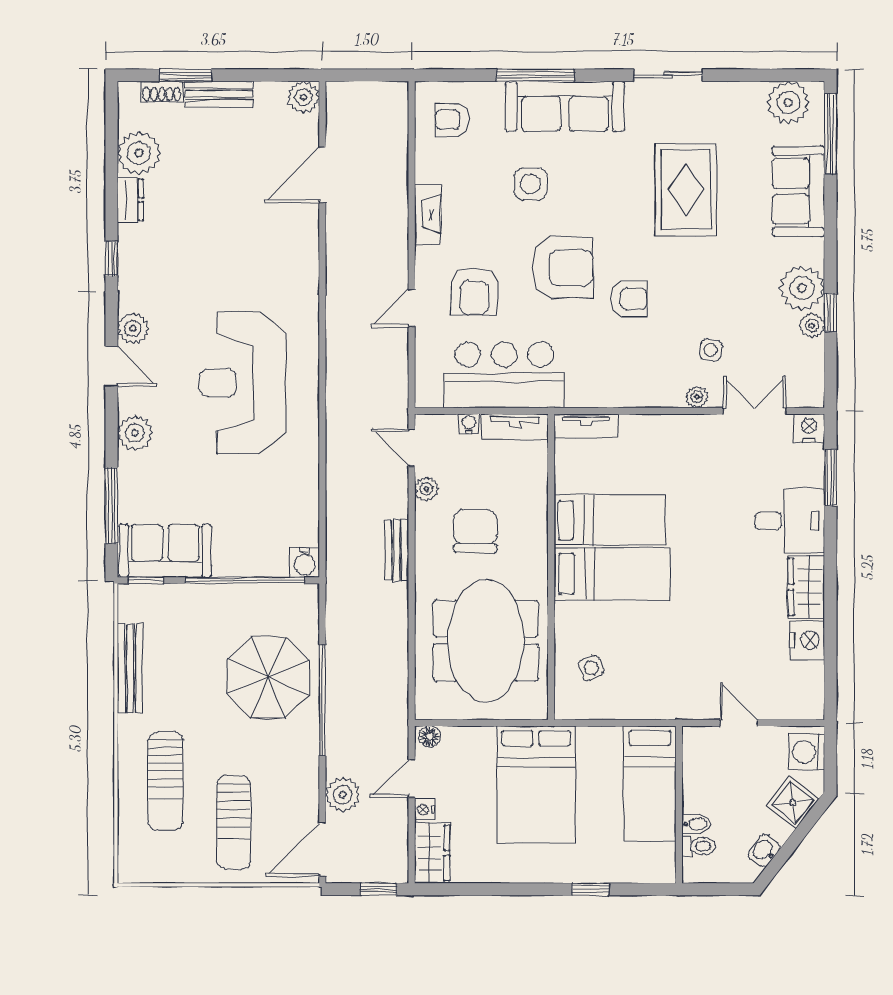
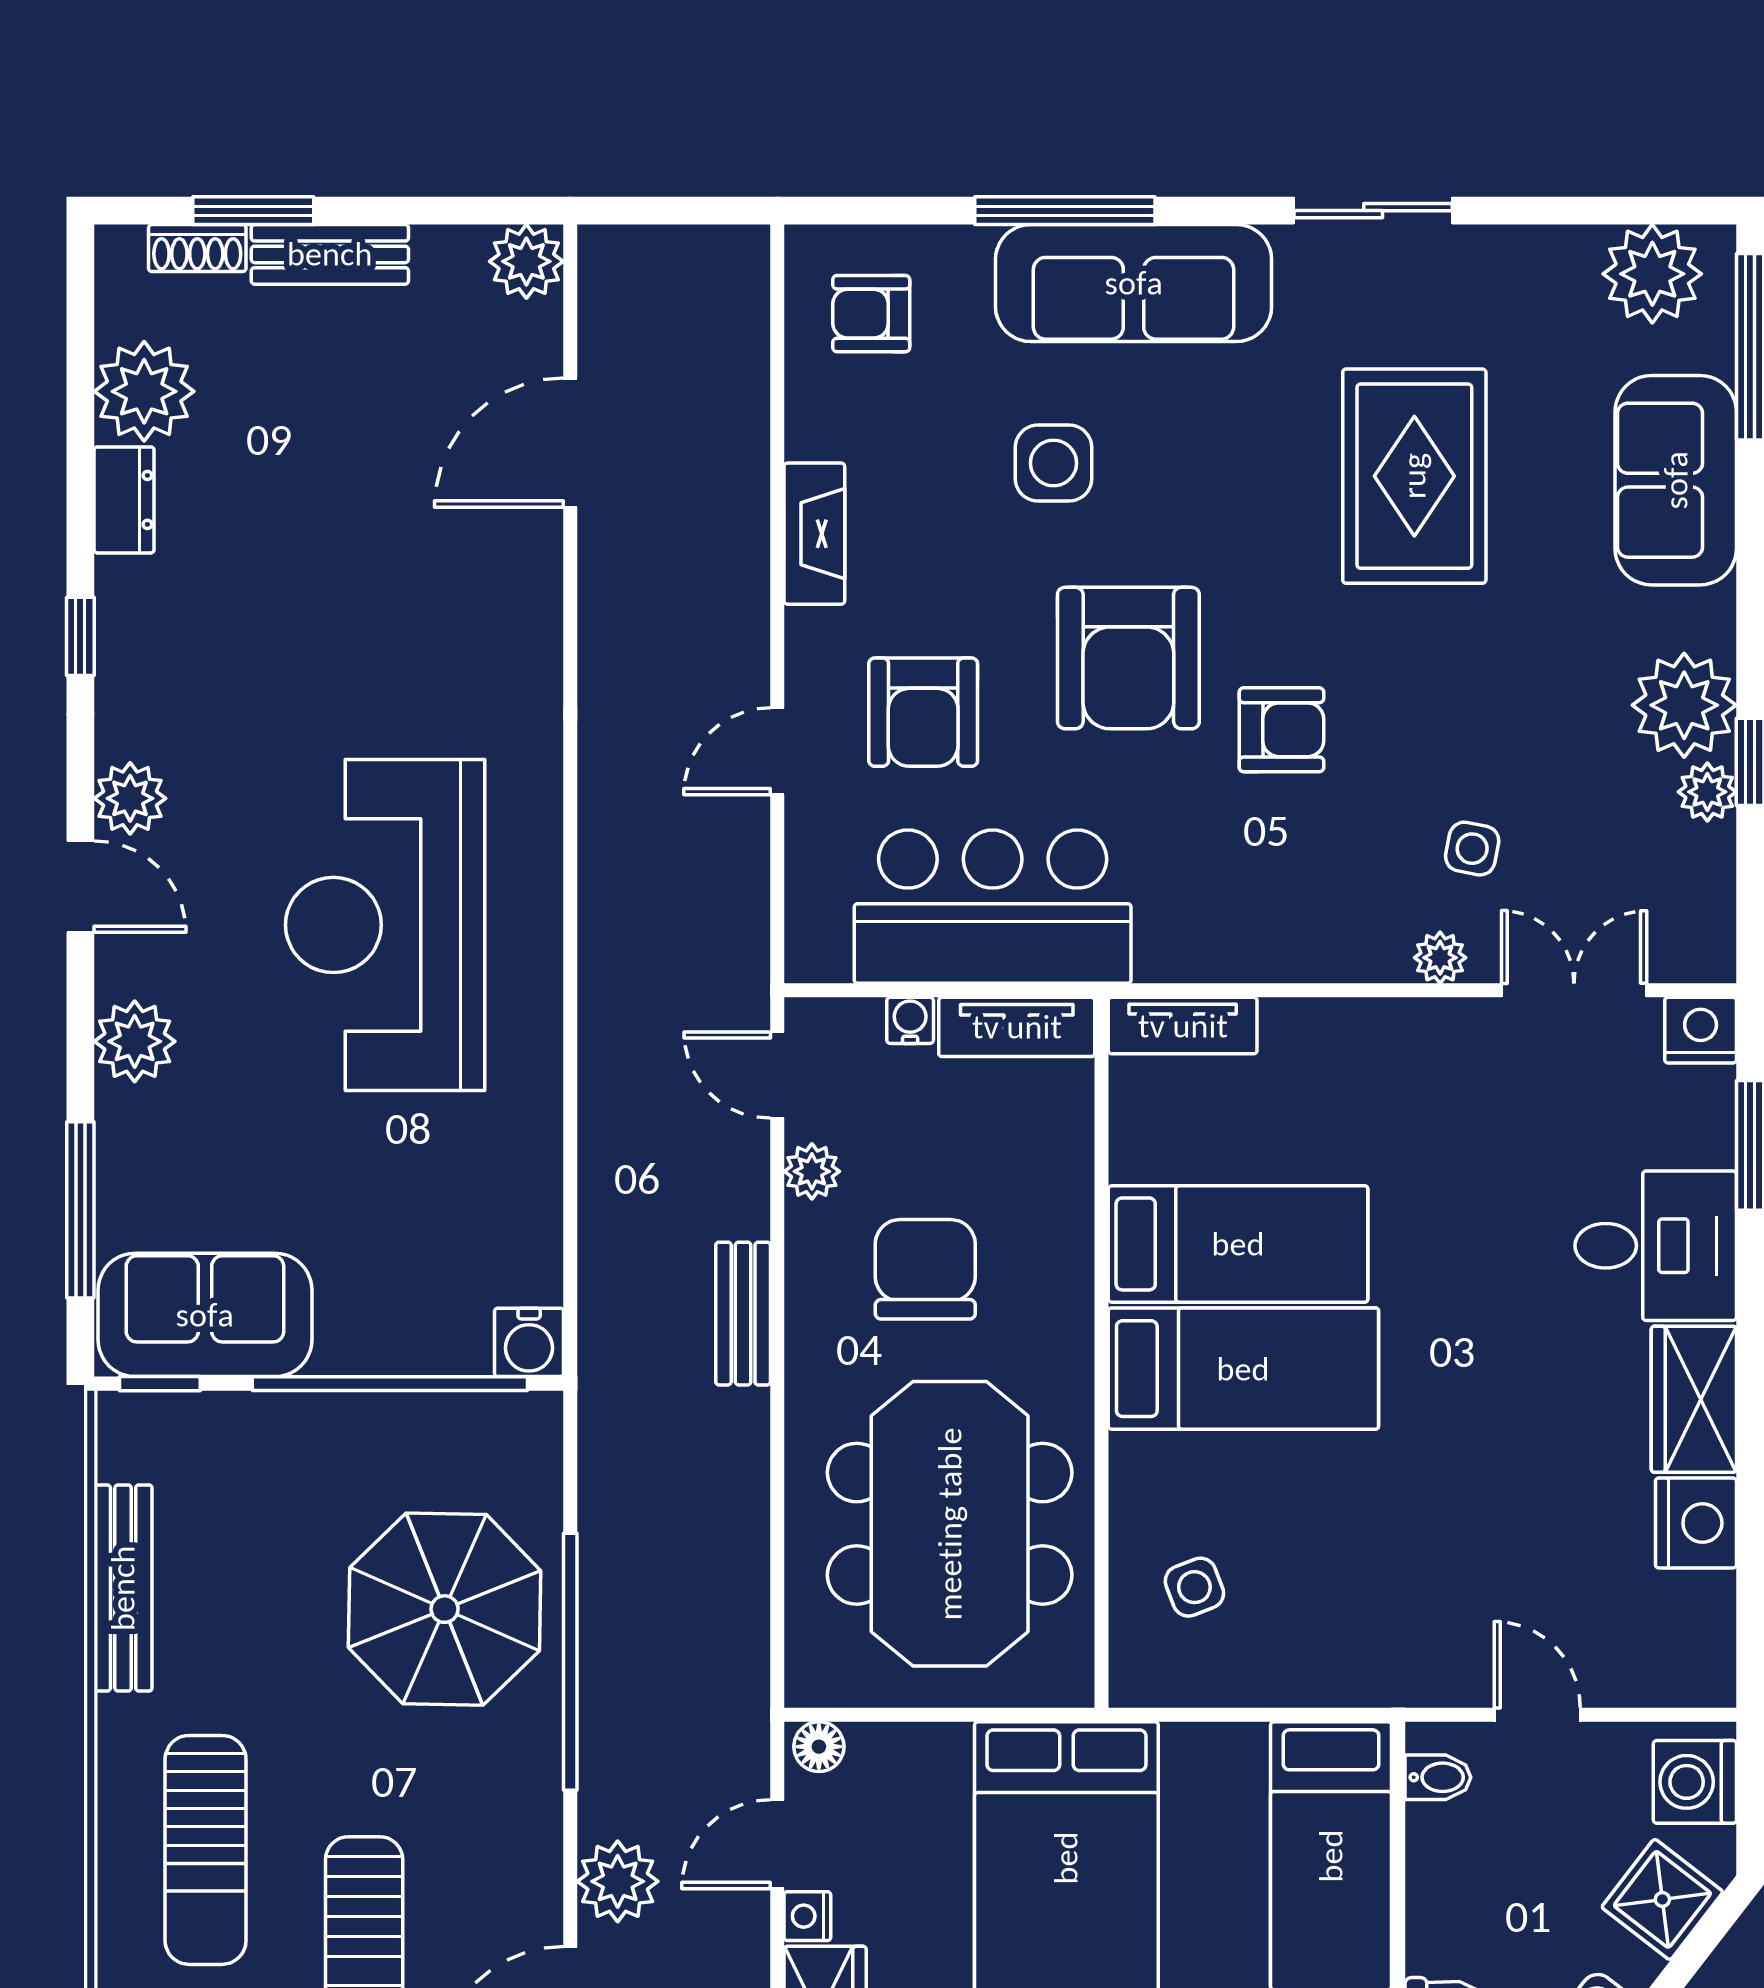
armchair: (563, 268) -> (1128, 658), turned 90
bidet: (696, 824) -> (1438, 1777), moved

